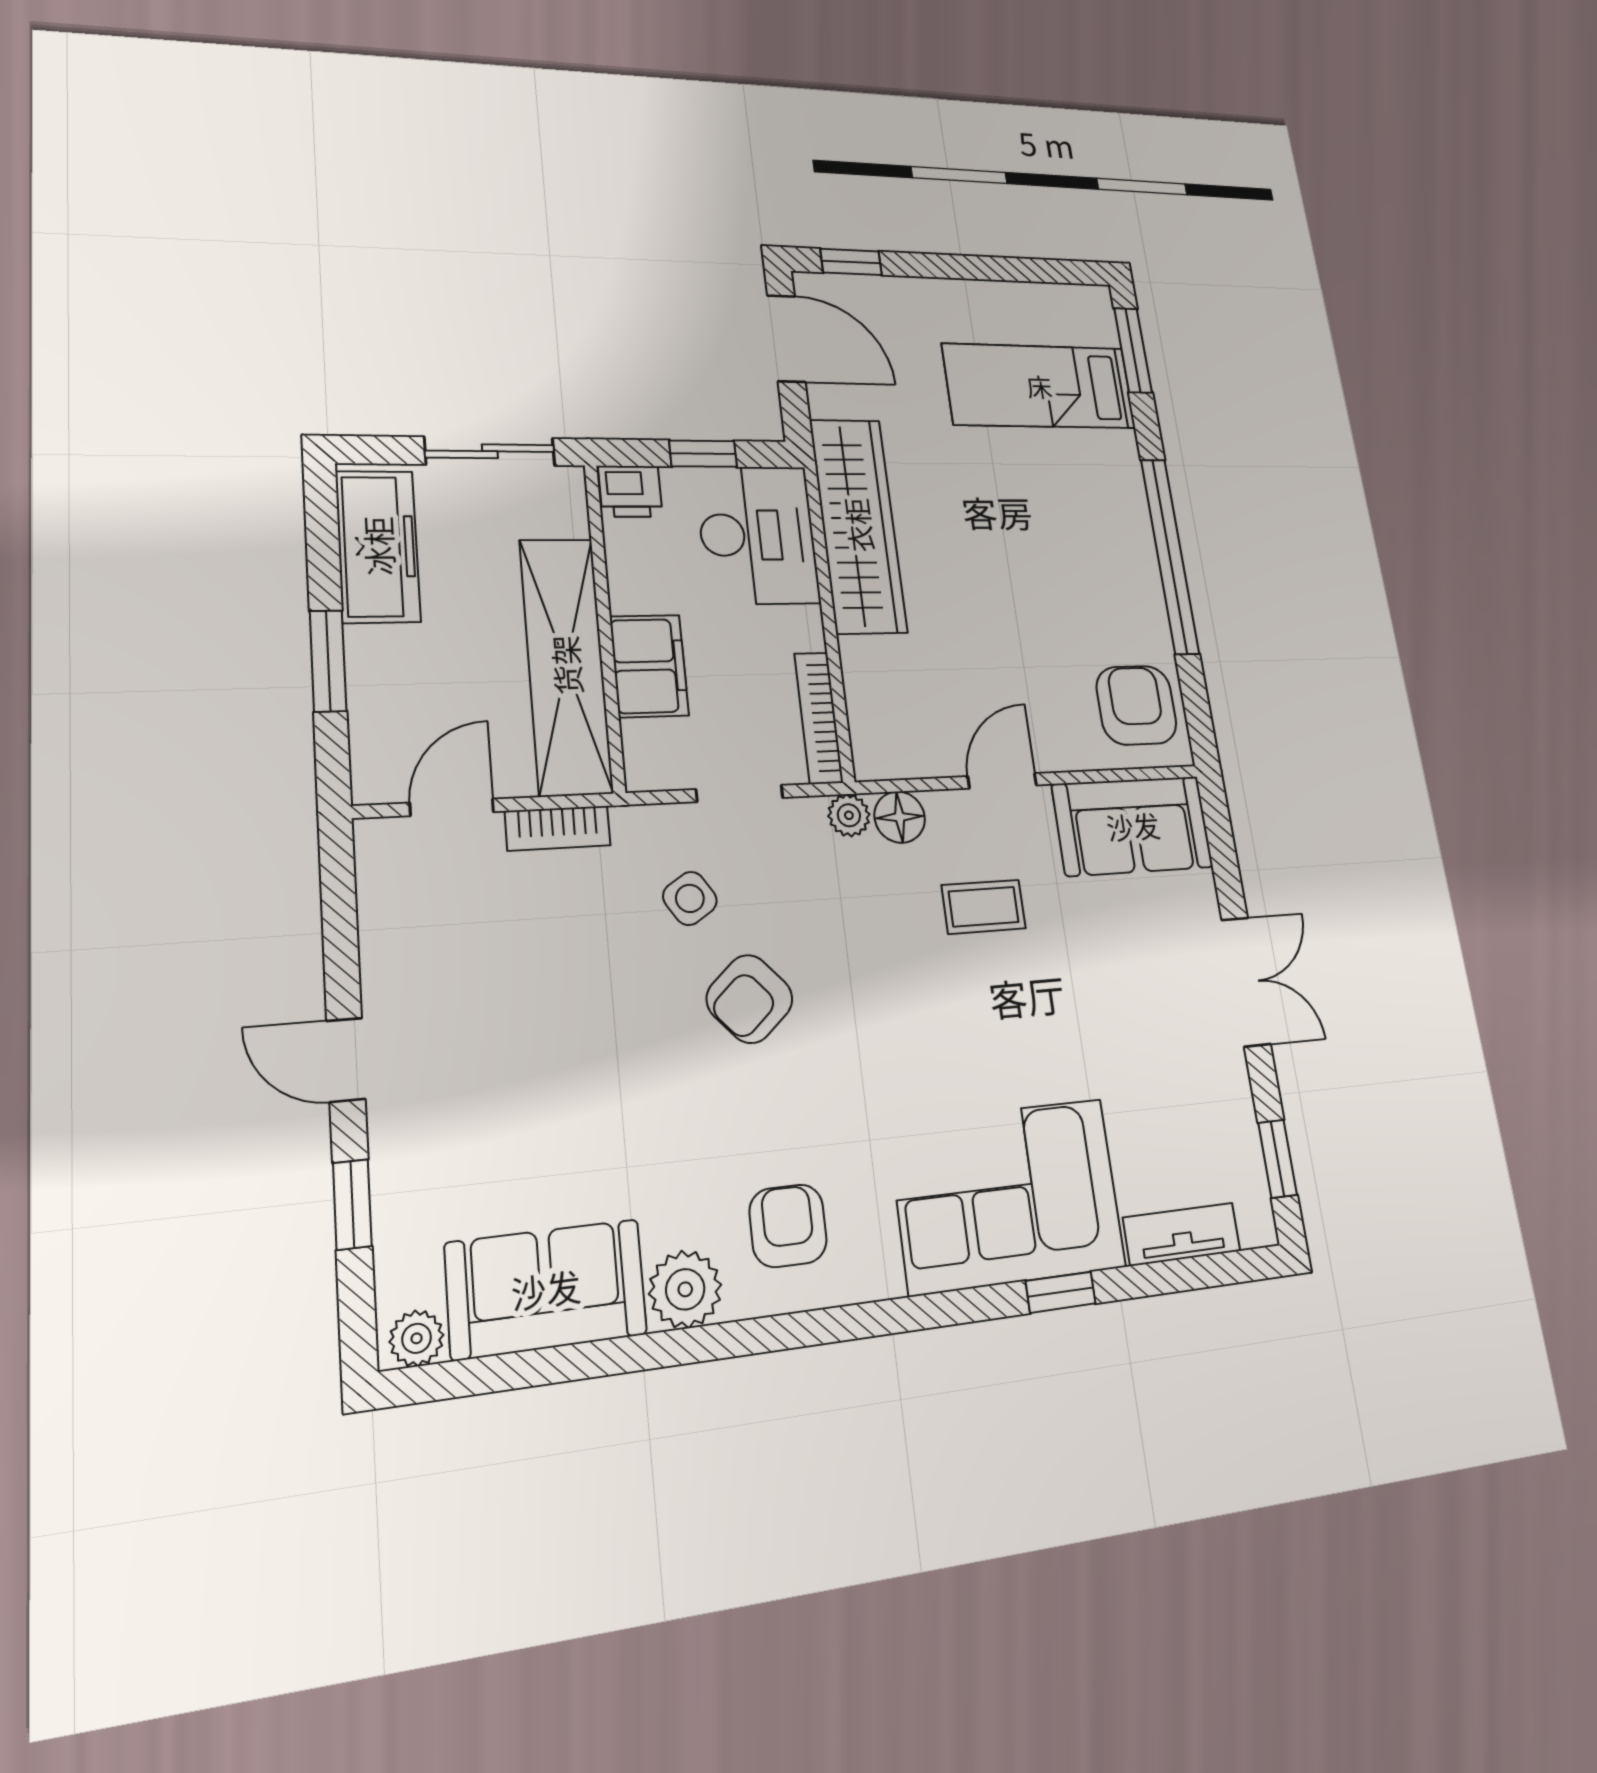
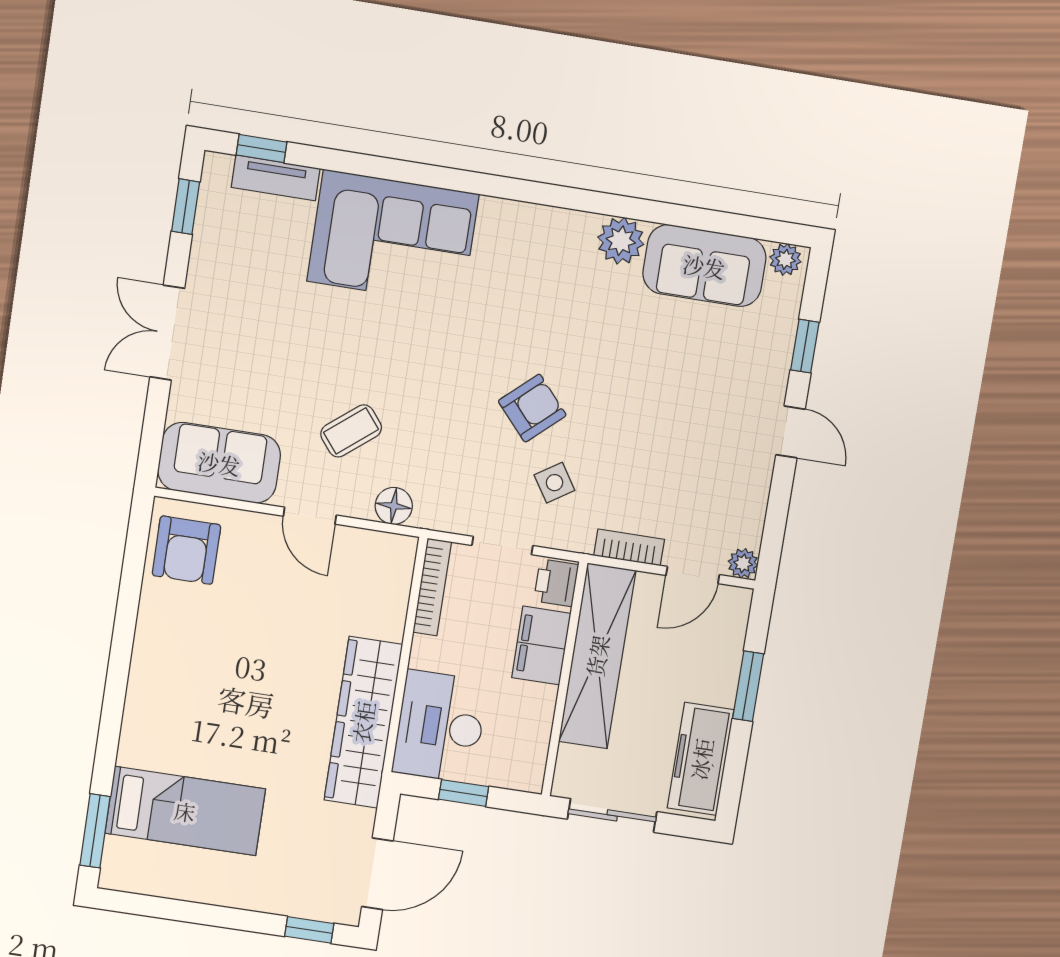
door: (786, 338) -> (377, 874), swing flipped
printer: (630, 491) -> (556, 583), moved, turned -90
window: (1170, 556) -> (120, 660), removed
door: (1002, 781) -> (310, 516), hinge flipped
plant: (849, 815) -> (743, 563), moved
coffee table: (984, 907) -> (351, 431), turned -39
armchair: (788, 1226) -> (546, 260), removed
window: (1061, 1292) -> (262, 148), moved

